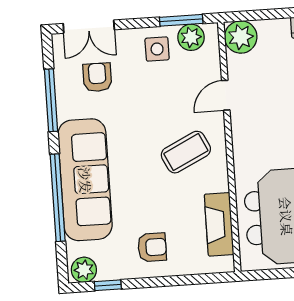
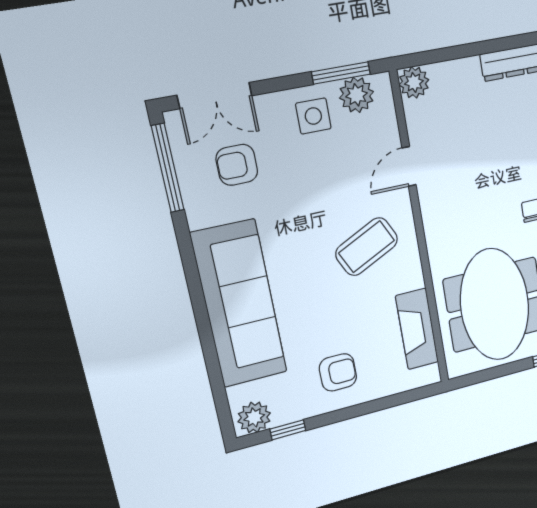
plant: (241, 37) -> (414, 82), width x0.73, depth x0.73
armchair: (97, 77) -> (237, 165), turned -90
window: (51, 100) -> (168, 168), moved
window: (58, 198) -> (206, 334), removed

